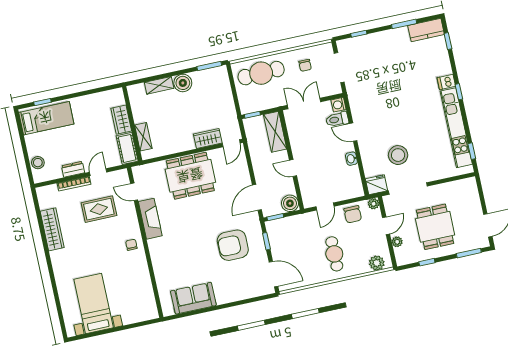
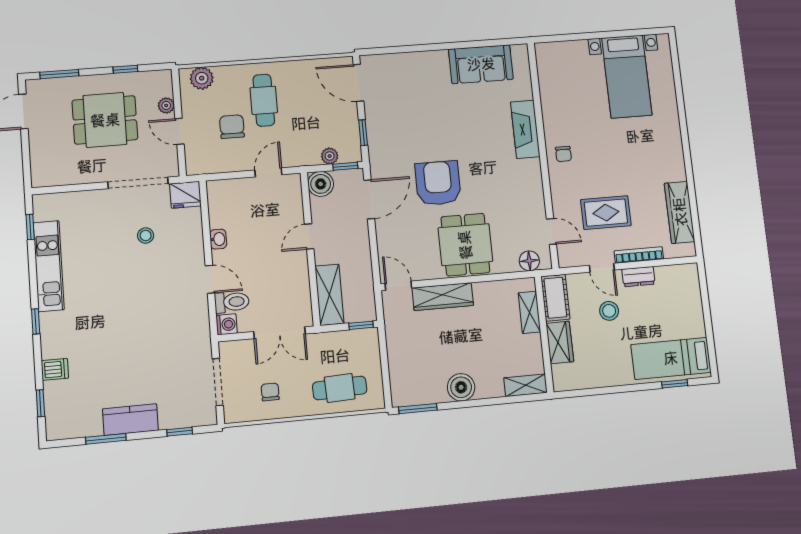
kitchen counter: (426, 30) -> (130, 420), moved
cafe table: (261, 73) -> (340, 388), width x0.73, depth x0.74
dishwasher: (446, 82) -> (55, 369), moved
shelving: (159, 85) -> (526, 385), moved
kitchen unit: (456, 128) -> (49, 266), width x0.73
wardrobe: (208, 138) -> (443, 297), width x1.50
door: (231, 143) -> (398, 286), hinge flipped
stool: (398, 155) -> (146, 236), width x0.53, depth x0.53
stool: (38, 163) -> (609, 311), moved
door: (293, 168) -> (309, 236), swing flipped
floor lamp: (147, 170) -> (529, 261), added
door: (98, 172) -> (602, 268), hinge flipped
dining table: (190, 176) -> (465, 245), width x0.73
plant: (374, 204) -> (330, 156), moved
chair: (353, 214) -> (232, 127), moved
fireplace: (150, 219) -> (525, 129), moved
door: (386, 226) -> (180, 131), hinge flipped
dining table: (435, 227) -> (105, 120), turned 90
wardrobe: (52, 229) -> (680, 212), moved
armchair: (233, 245) -> (438, 183), moved, turned -90

